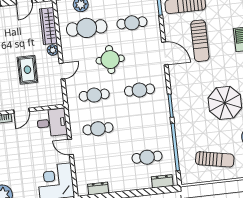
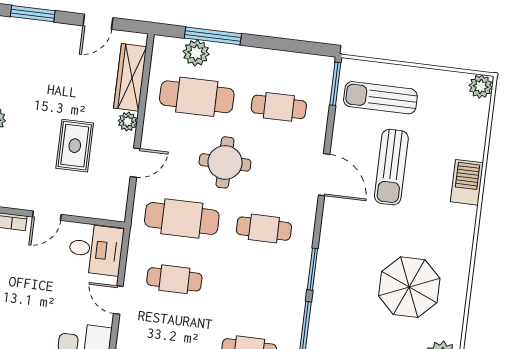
cafe table: (94, 95) -> (182, 218), width x1.37, depth x1.35

